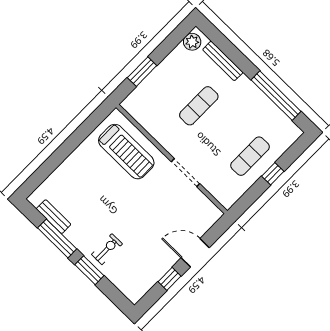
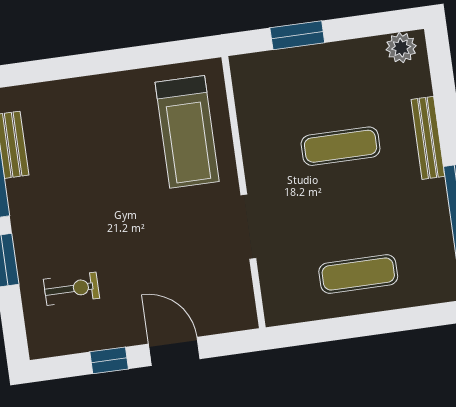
bench: (223, 61) -> (428, 138), moved
window: (273, 174) -> (371, 324), removed
exercise bike: (107, 249) -> (71, 289), moved

